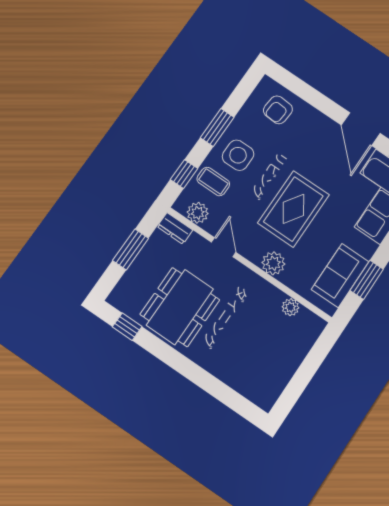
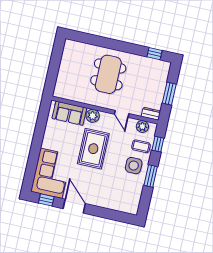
armchair: (278, 110) -> (122, 199), removed
sofa: (340, 275) -> (69, 113), moved, turned 90
window: (367, 280) -> (41, 127), removed
dining table: (180, 307) -> (108, 74), moved
plant: (290, 307) -> (75, 97), removed

